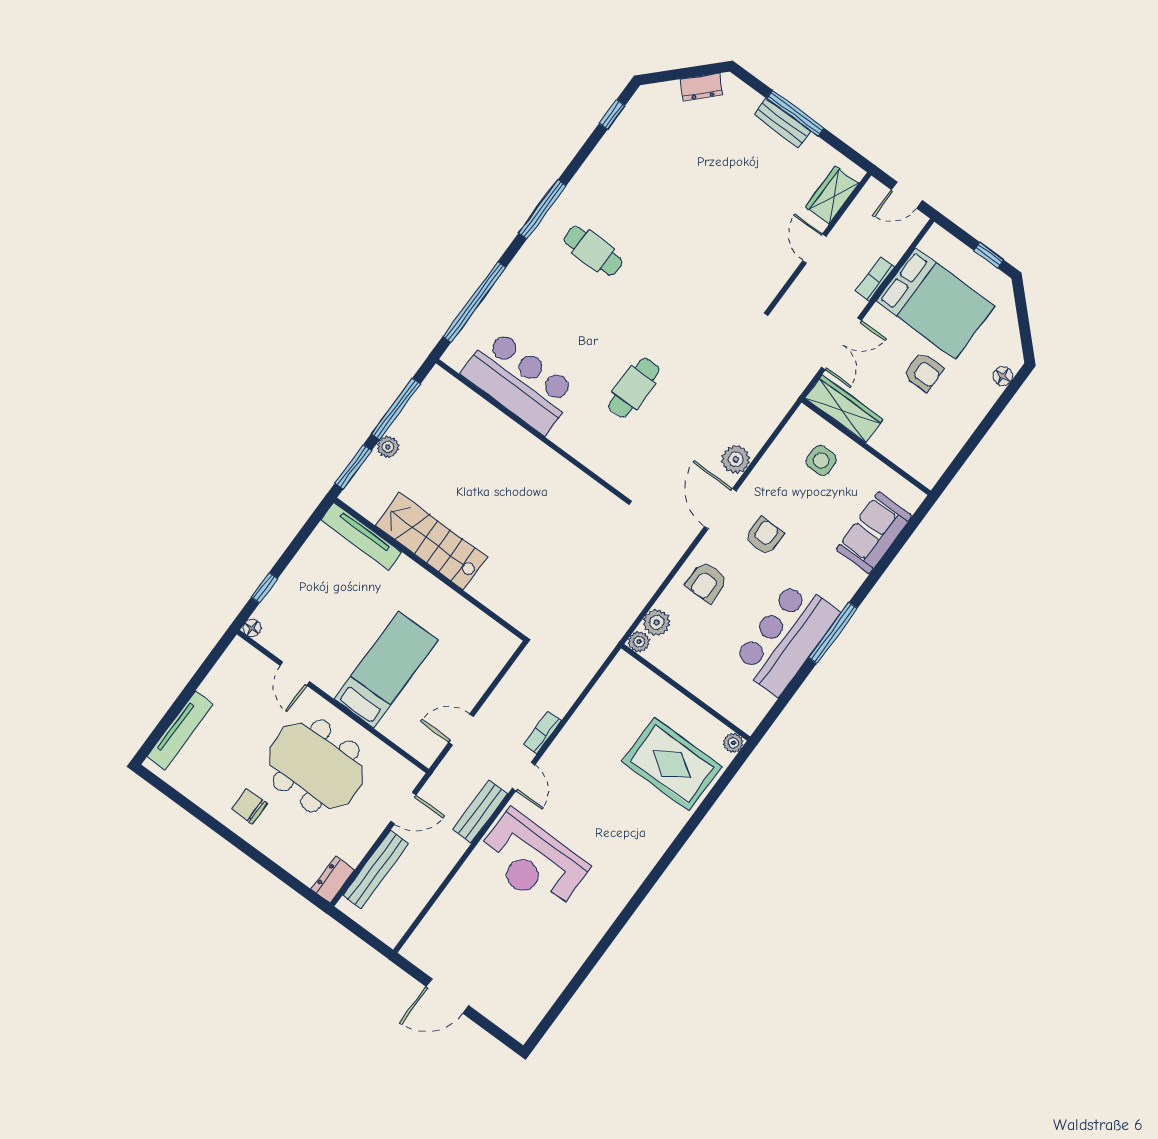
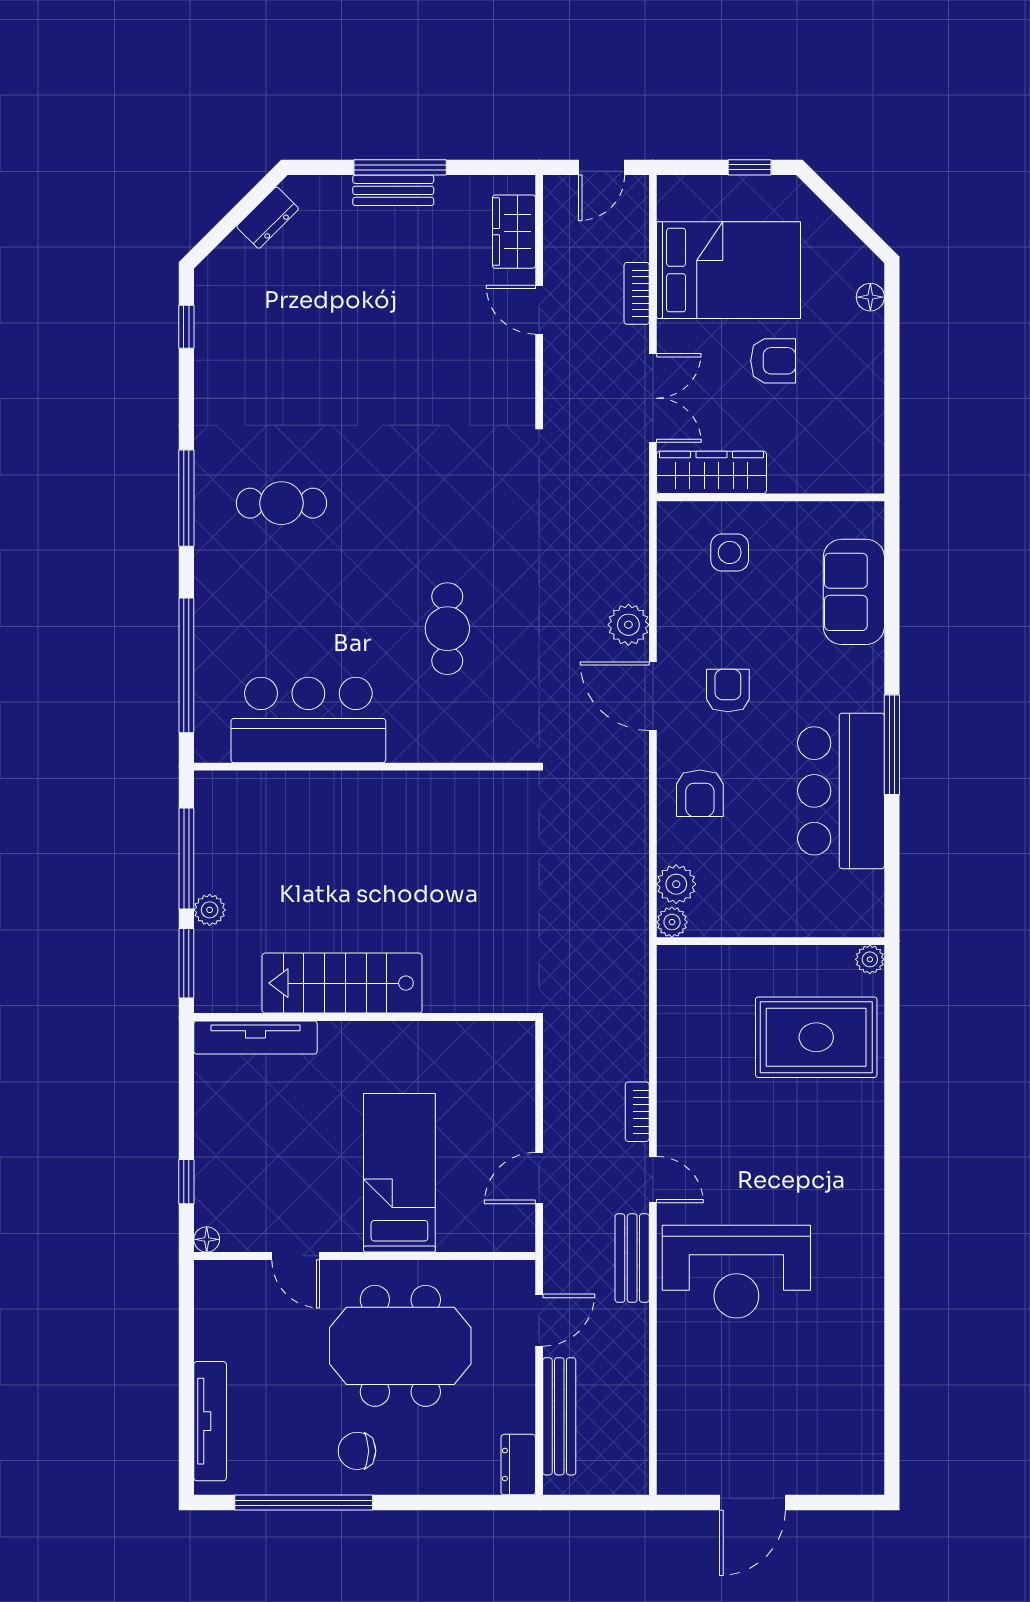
window: (199, 813) -> (304, 1503), added

